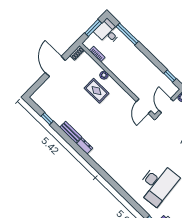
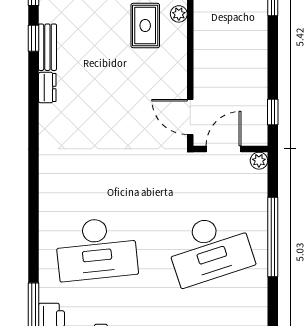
door: (144, 106) -> (190, 117), hinge flipped
window: (63, 134) -> (33, 38), added

